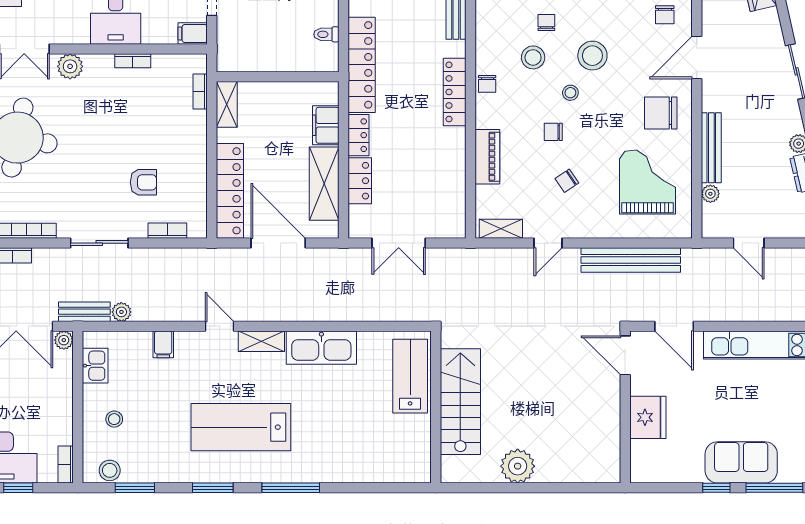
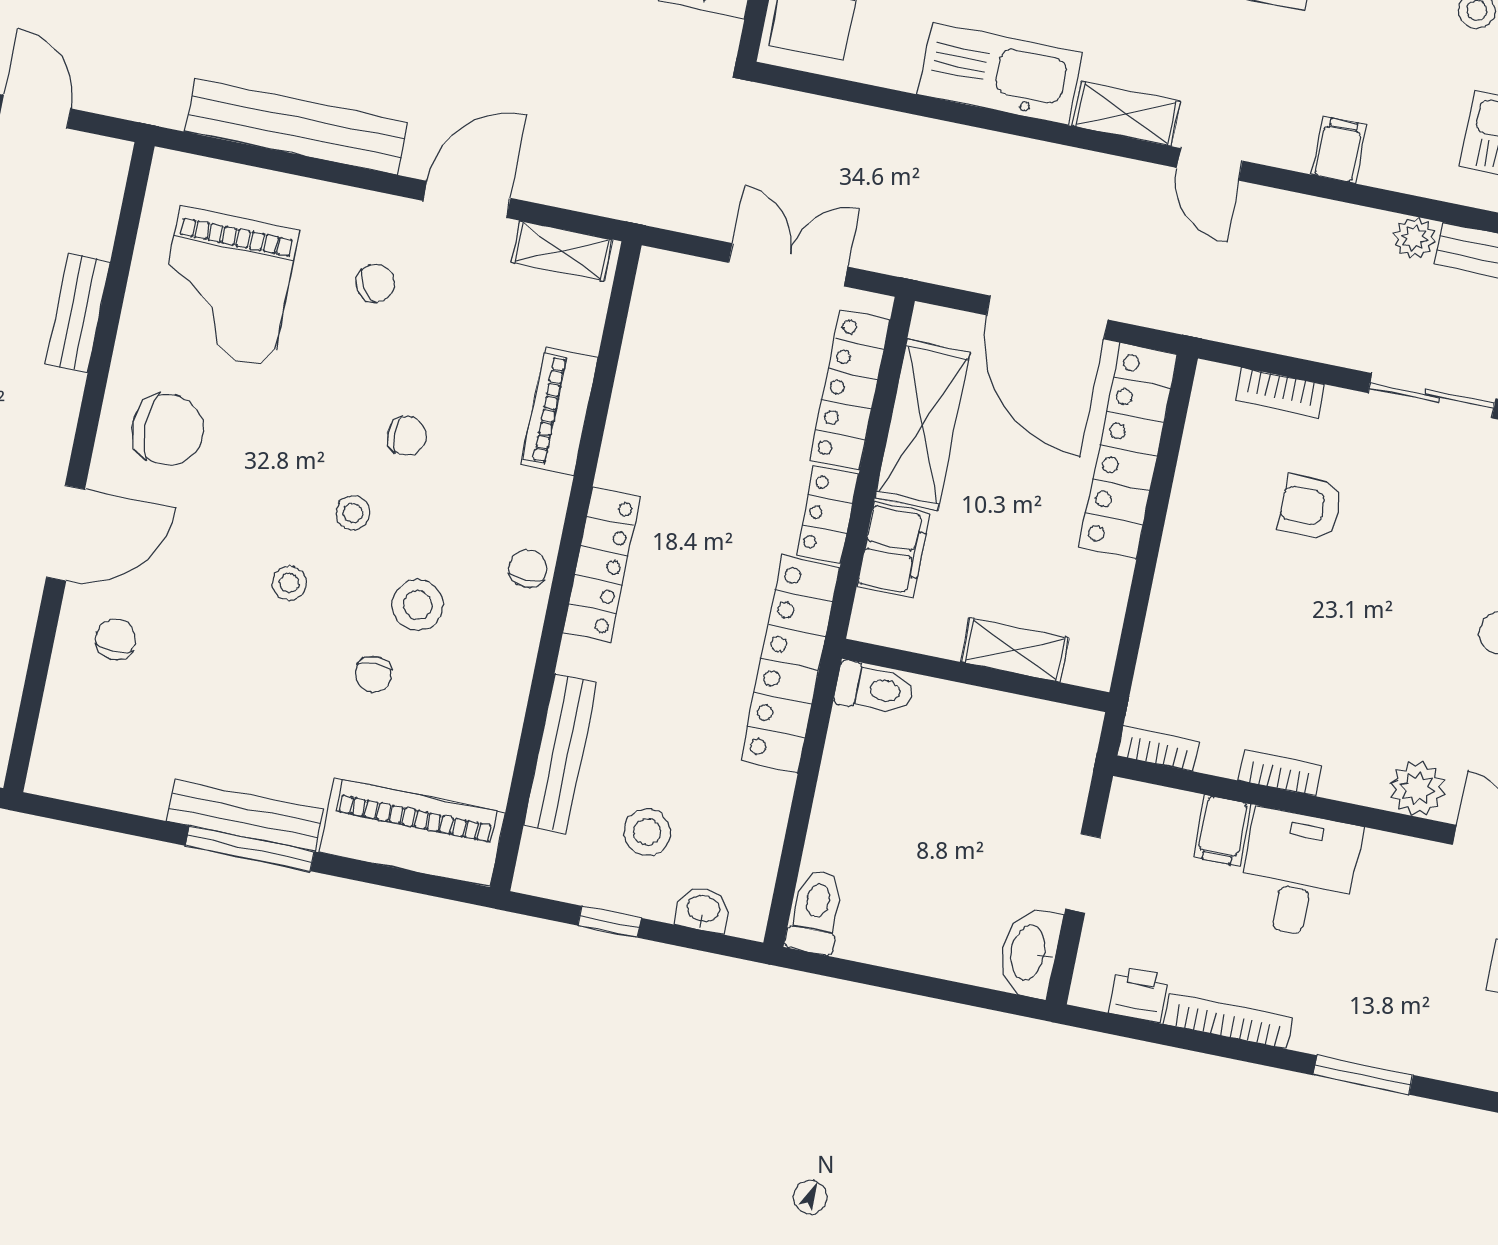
filing cabinet: (193, 33) -> (1222, 831), moved, turned 90
toilet: (326, 34) -> (874, 689), moved, width x1.37, depth x1.39
stool: (592, 56) -> (289, 583), width x0.53, depth x0.53
bookcase: (200, 92) -> (1158, 749), moved, turned -90
shelving: (227, 104) -> (1015, 650), moved, turned 90
bench: (711, 148) -> (78, 313), width x0.73
locker: (360, 181) -> (850, 390), width x1.53
chair: (567, 181) -> (375, 283), moved
plant: (710, 194) -> (96, 234), removed
door: (548, 243) -> (467, 199), width x1.38

